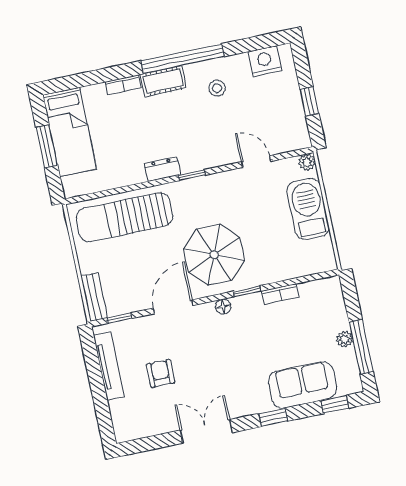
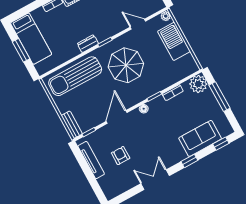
parasol: (214, 255) -> (126, 65), moved
plant: (344, 339) -> (198, 84), moved, width x1.88, depth x1.88
window: (361, 347) -> (219, 97), moved

